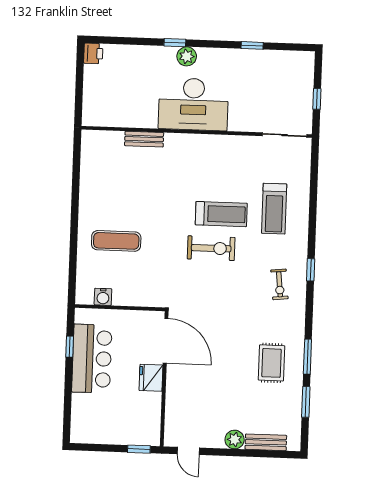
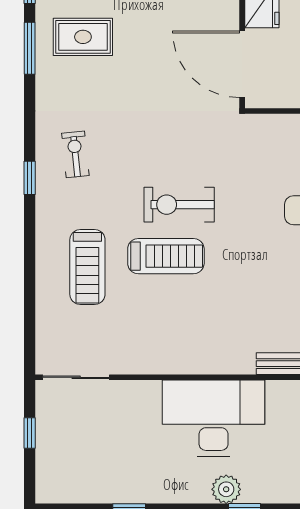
treadmill: (274, 209) -> (87, 267), turned 180
treadmill: (221, 214) -> (166, 256), turned 180
rug: (271, 363) -> (83, 37), turned 90

